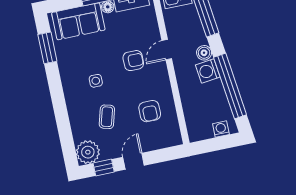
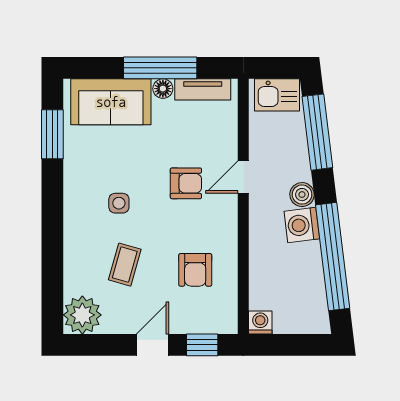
washing machine: (221, 129) -> (260, 323), moved
window: (104, 167) -> (202, 345), moved

